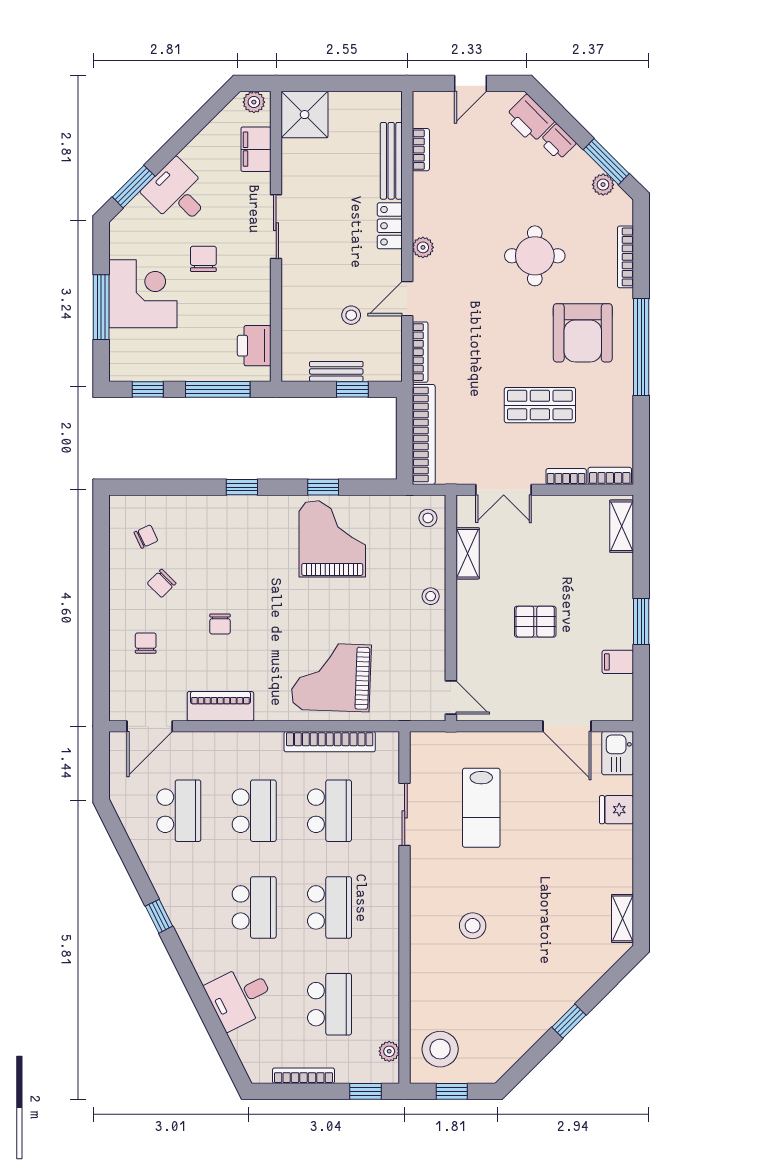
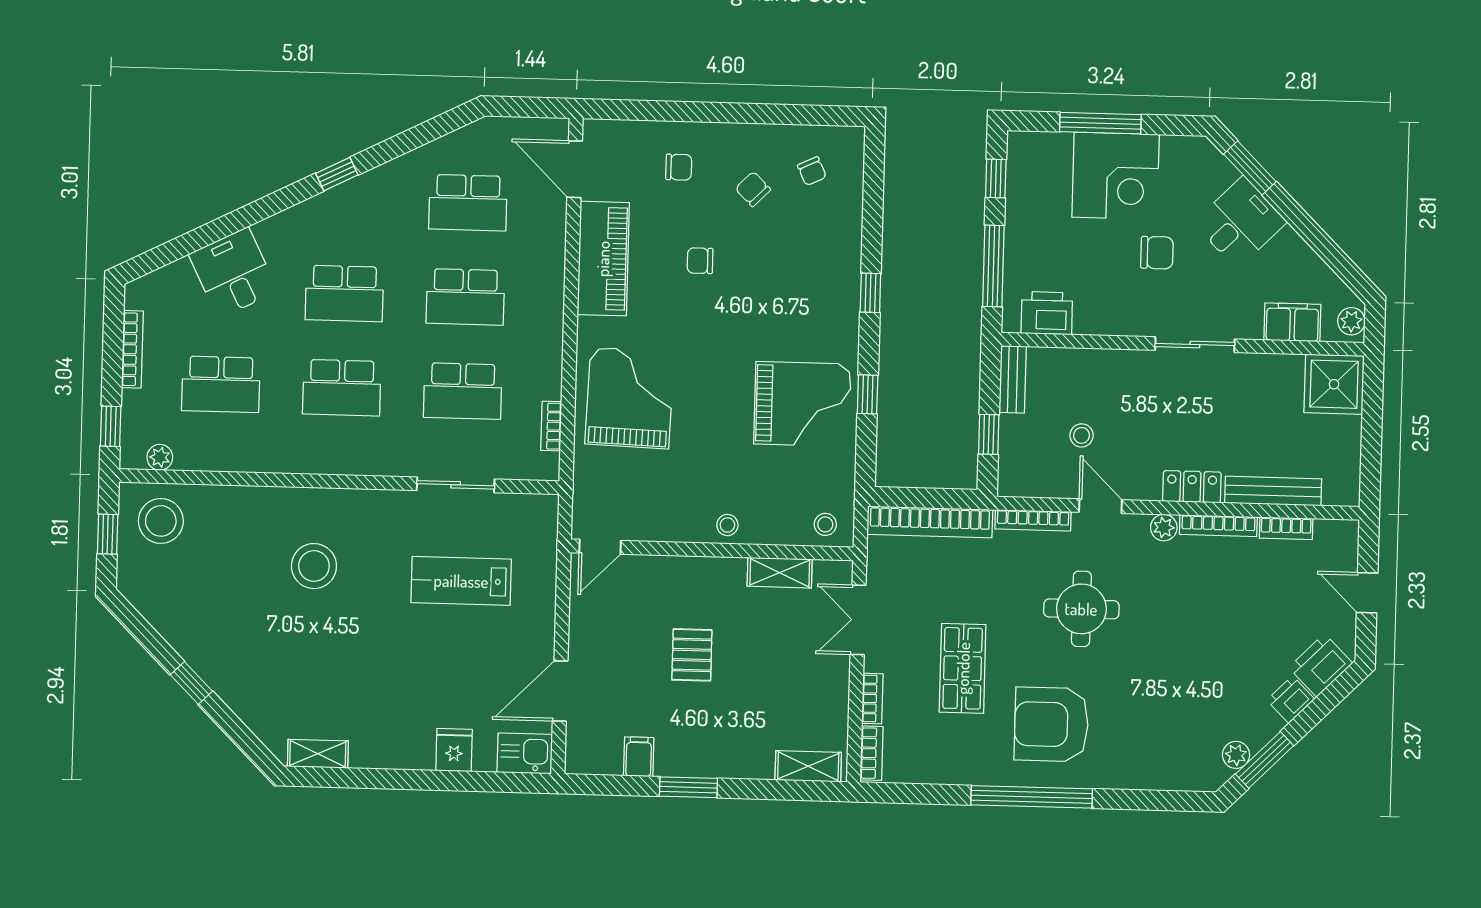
round table: (535, 256) -> (1081, 609), moved
bookcase: (625, 257) -> (1218, 526), moved, turned 180
bench: (336, 371) -> (1013, 379), moved
piano: (220, 706) -> (603, 259), width x1.37, depth x1.33
bookcase: (330, 742) -> (551, 426), width x0.43, depth x0.76
stool: (473, 926) -> (314, 566), width x1.38, depth x1.38

